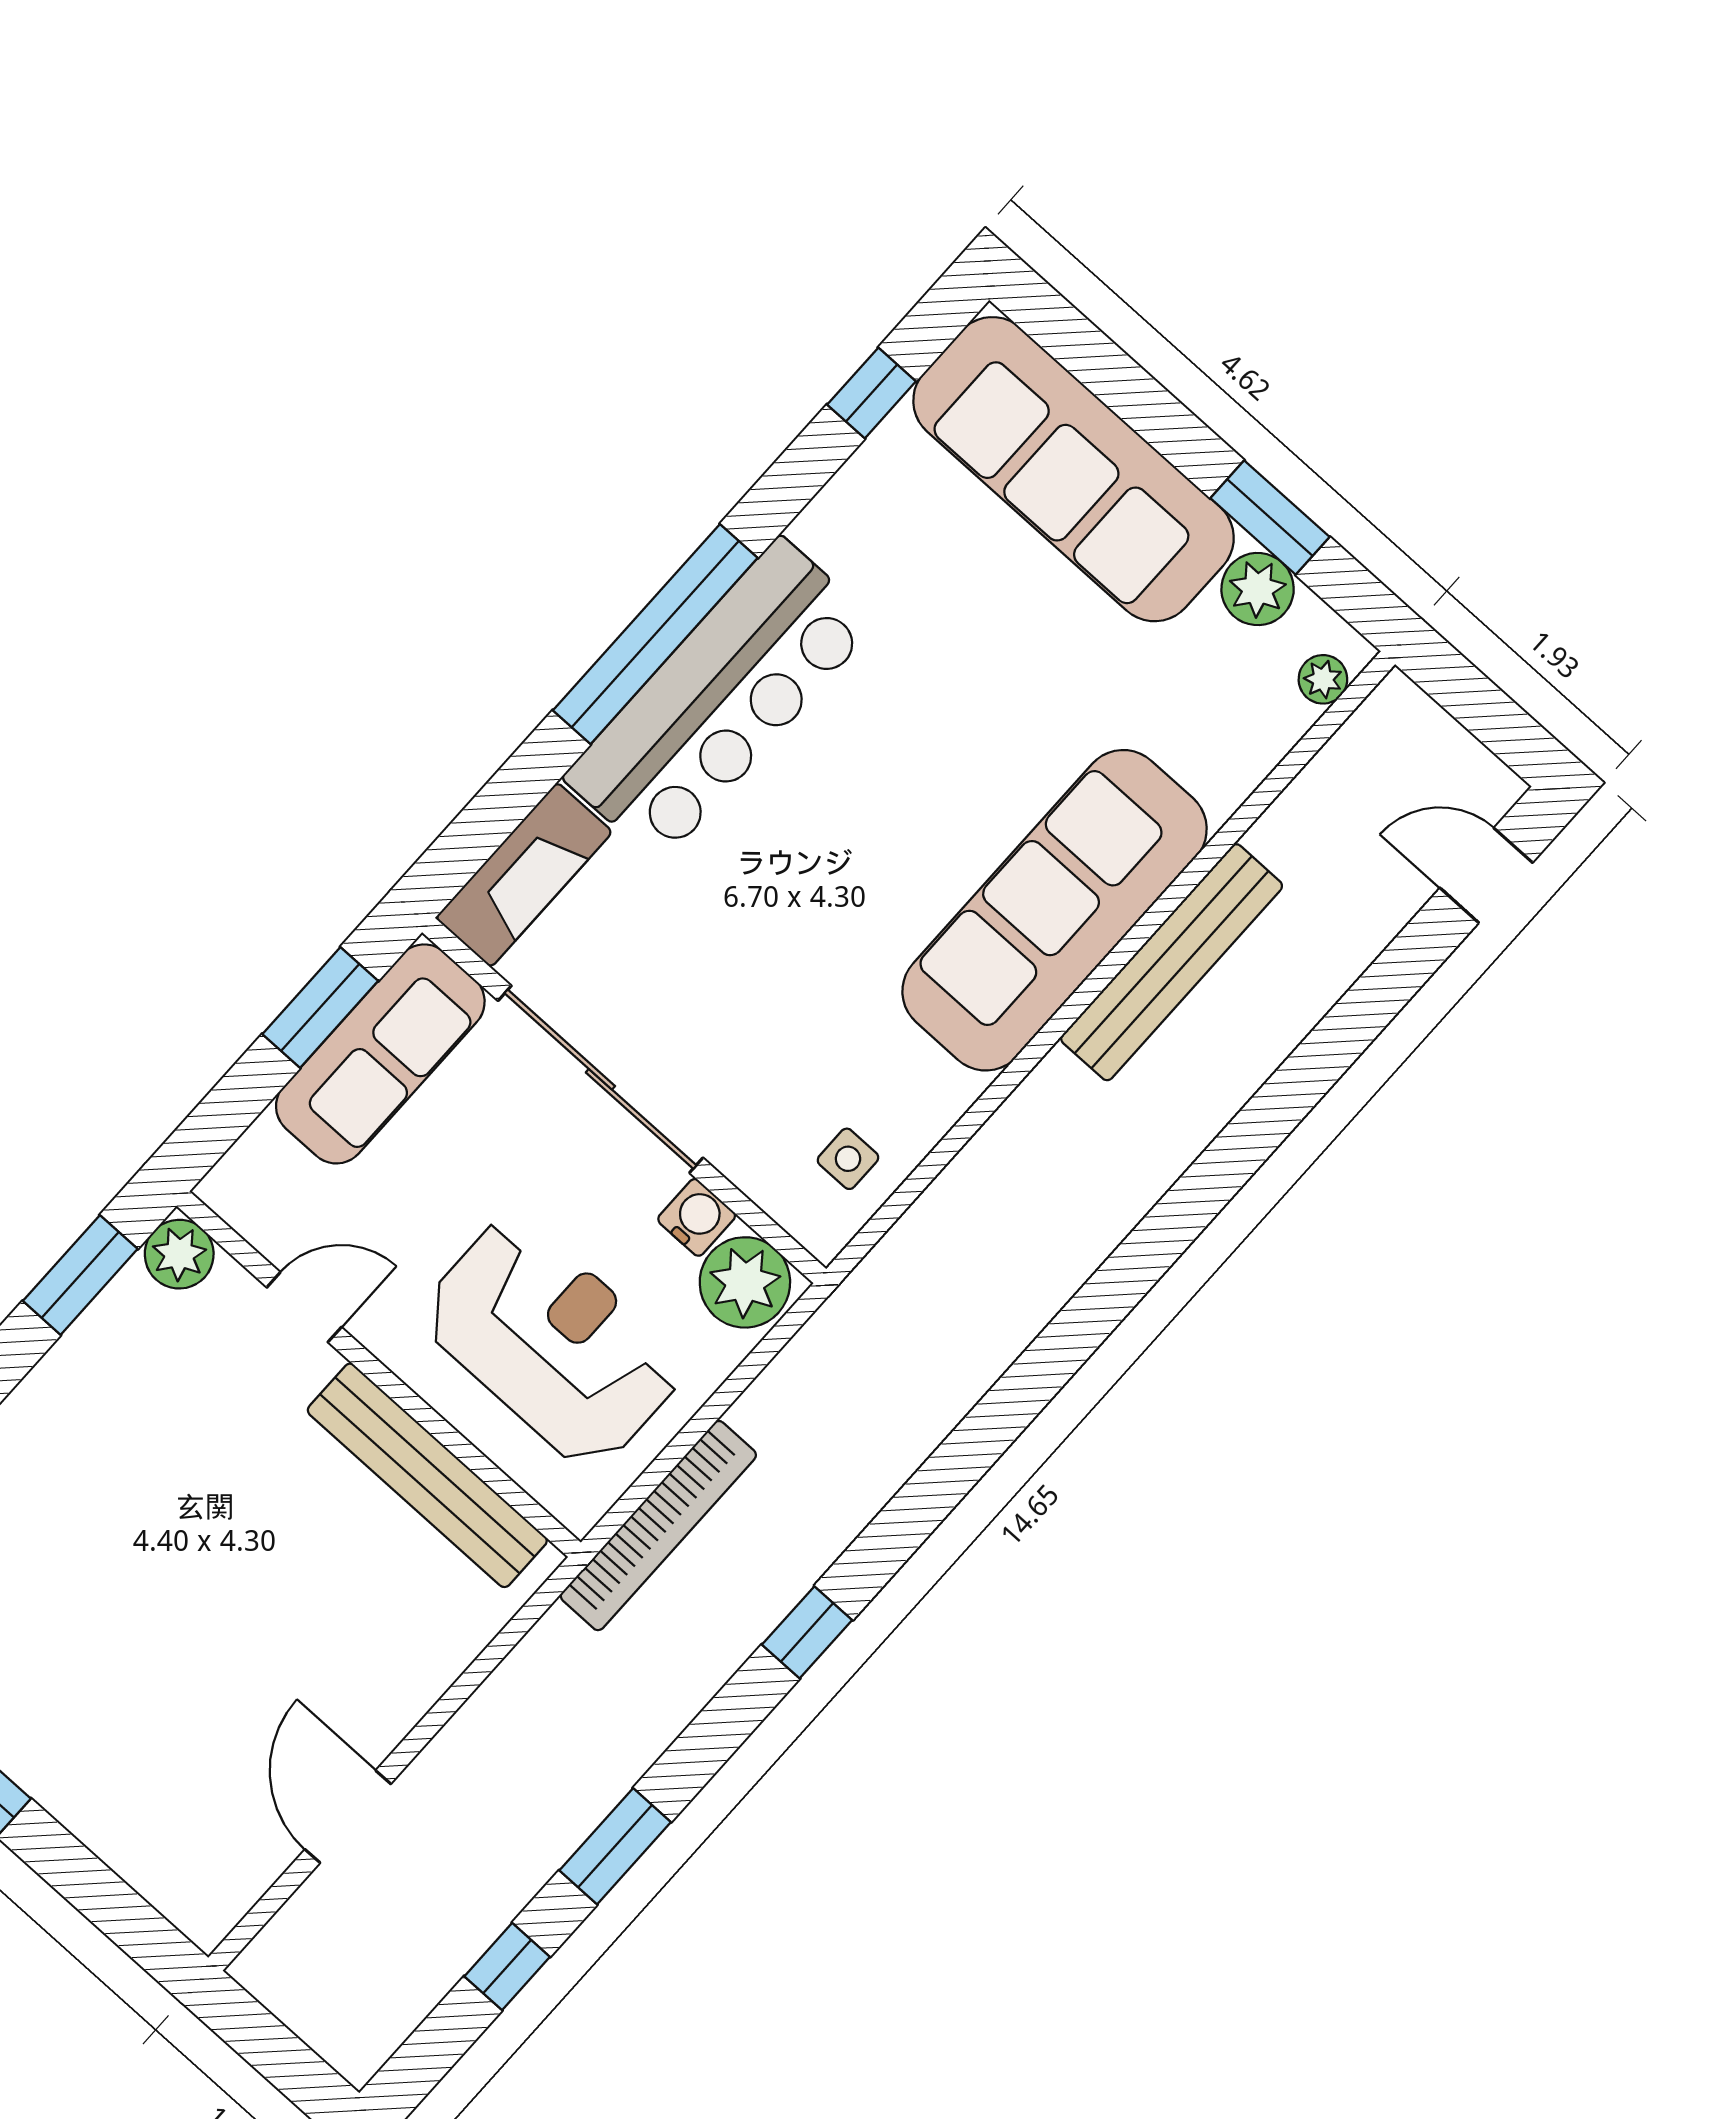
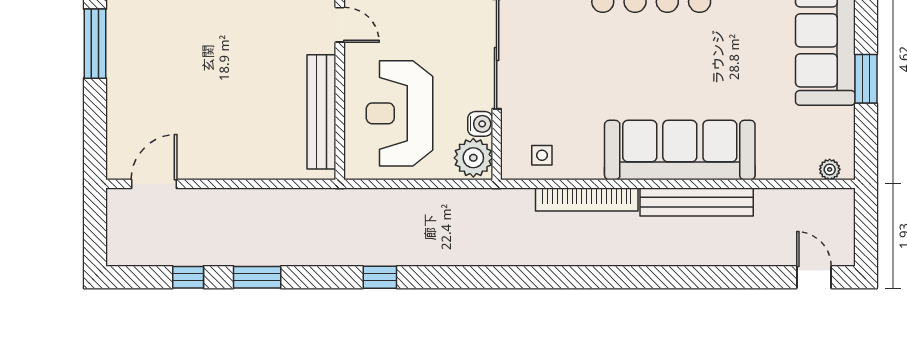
window: (1270, 518) -> (866, 79), moved
plant: (1258, 589) -> (840, 123), removed
reception desk: (552, 1342) -> (399, 113), turned 180
bookcase: (658, 1526) -> (587, 200), moved
door: (348, 1817) -> (154, 184), moved

